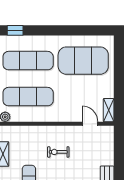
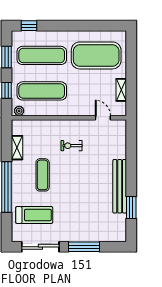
shelving: (109, 110) -> (121, 90), moved

